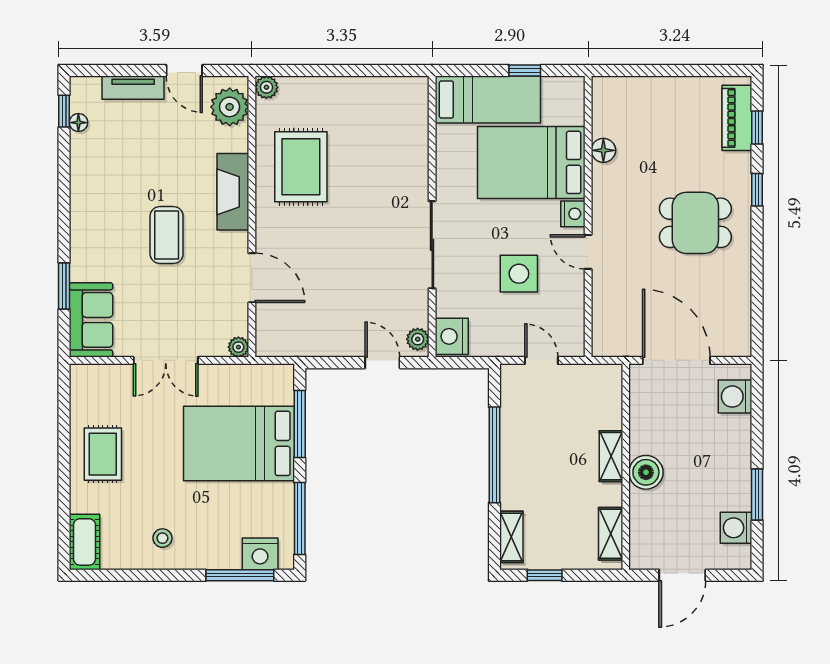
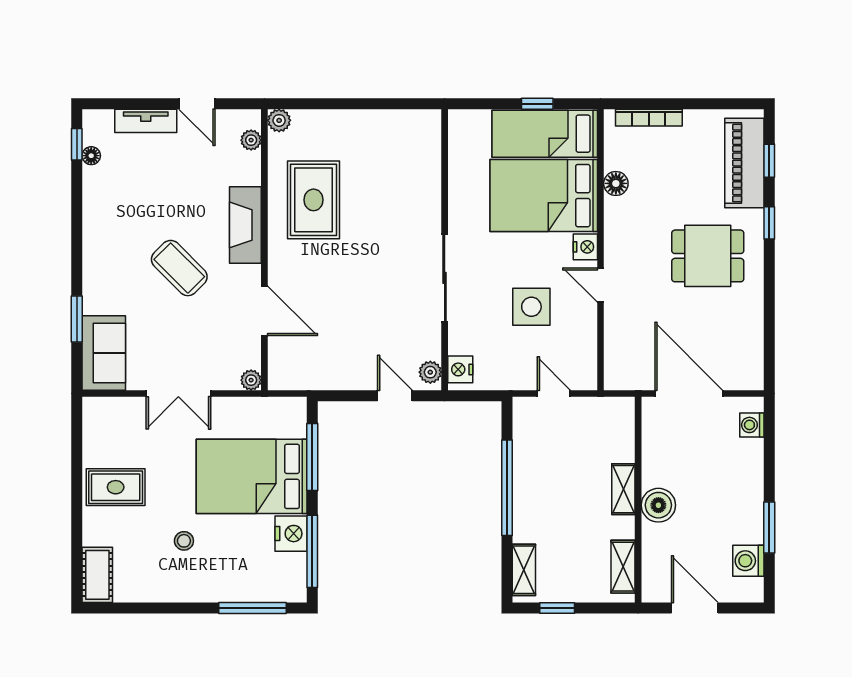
bookcase: (636, 84) -> (649, 118), added
bed: (488, 100) -> (545, 134), moved, turned 180
plant: (230, 107) -> (251, 140), width x0.53, depth x0.53
piano: (737, 118) -> (744, 163), width x1.37, depth x1.33
coffee table: (167, 235) -> (179, 268), turned -45
nightstand: (452, 336) -> (460, 369), width x0.74, depth x0.75
washing machine: (735, 397) -> (752, 425), width x0.73, depth x0.73
rug: (103, 454) -> (116, 487), turned 90
stool: (162, 538) -> (184, 541), moved
nightstand: (260, 554) -> (291, 534), moved, turned -90
door: (682, 575) -> (695, 608), swing flipped

